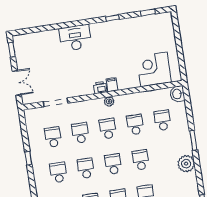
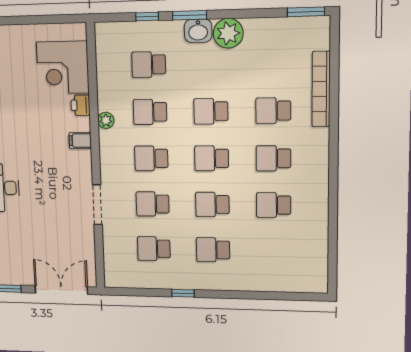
double door: (17, 83) -> (61, 290), width x1.37
printer: (100, 88) -> (80, 105), moved
washbasin: (177, 94) -> (198, 31), moved
plant: (109, 101) -> (106, 120), moved
doorway: (55, 102) -> (97, 205), moved
window: (190, 116) -> (147, 17), added

